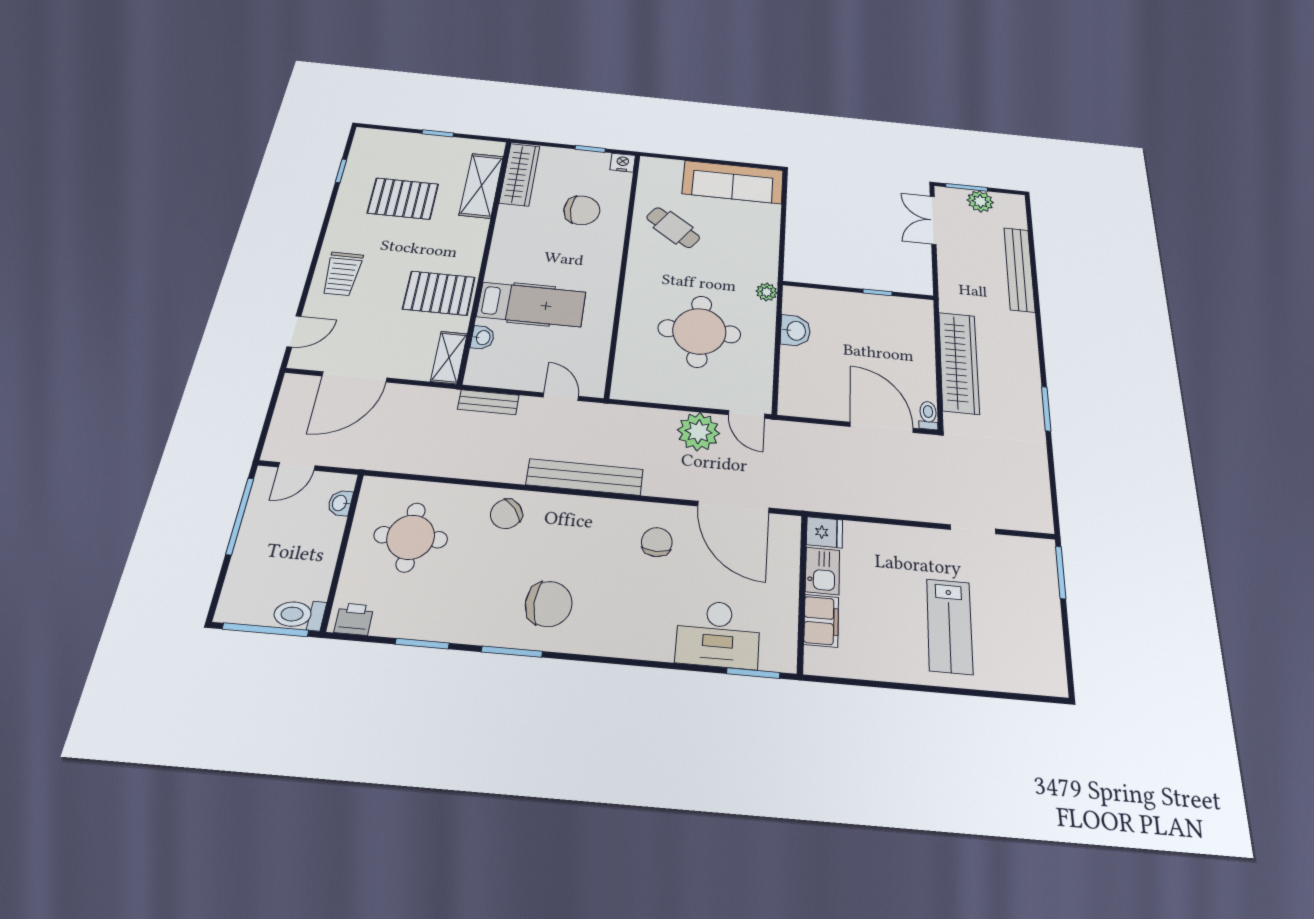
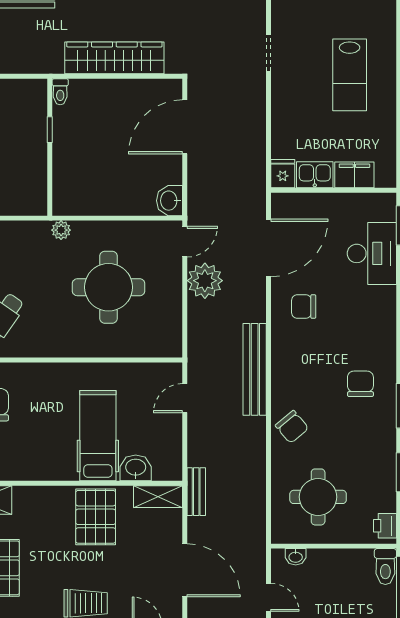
washbasin: (795, 331) -> (169, 201), moved, turned -90
washbasin: (483, 338) -> (136, 468), width x1.38, depth x1.45
bench: (488, 402) -> (196, 492), moved
toilet: (928, 415) -> (60, 92), moved, turned -90
chair: (549, 604) -> (360, 384), width x0.73, depth x0.73
lab bench: (950, 626) -> (350, 75), turned 90

